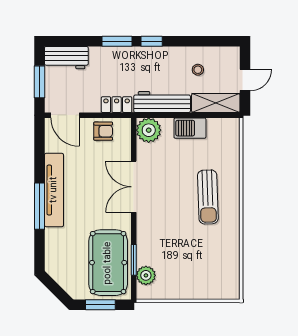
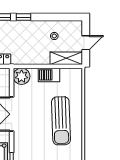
workbench: (162, 102) -> (30, 58), removed
sun lounger: (208, 197) -> (61, 121), width x1.36, depth x1.34

